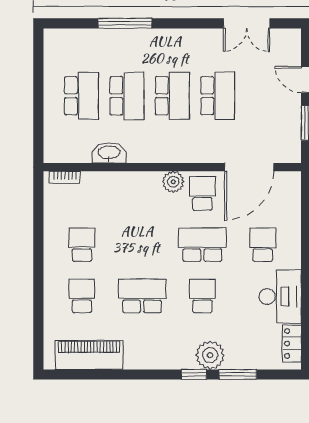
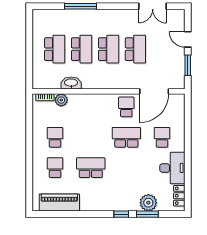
plant: (173, 182) -> (61, 100), moved
school desk: (202, 296) -> (126, 168), removed
plant: (210, 355) -> (148, 203), moved

